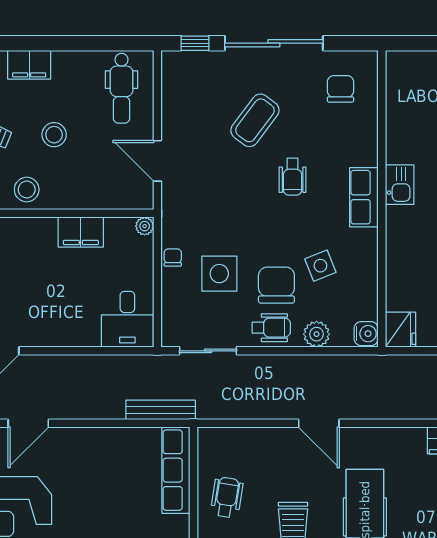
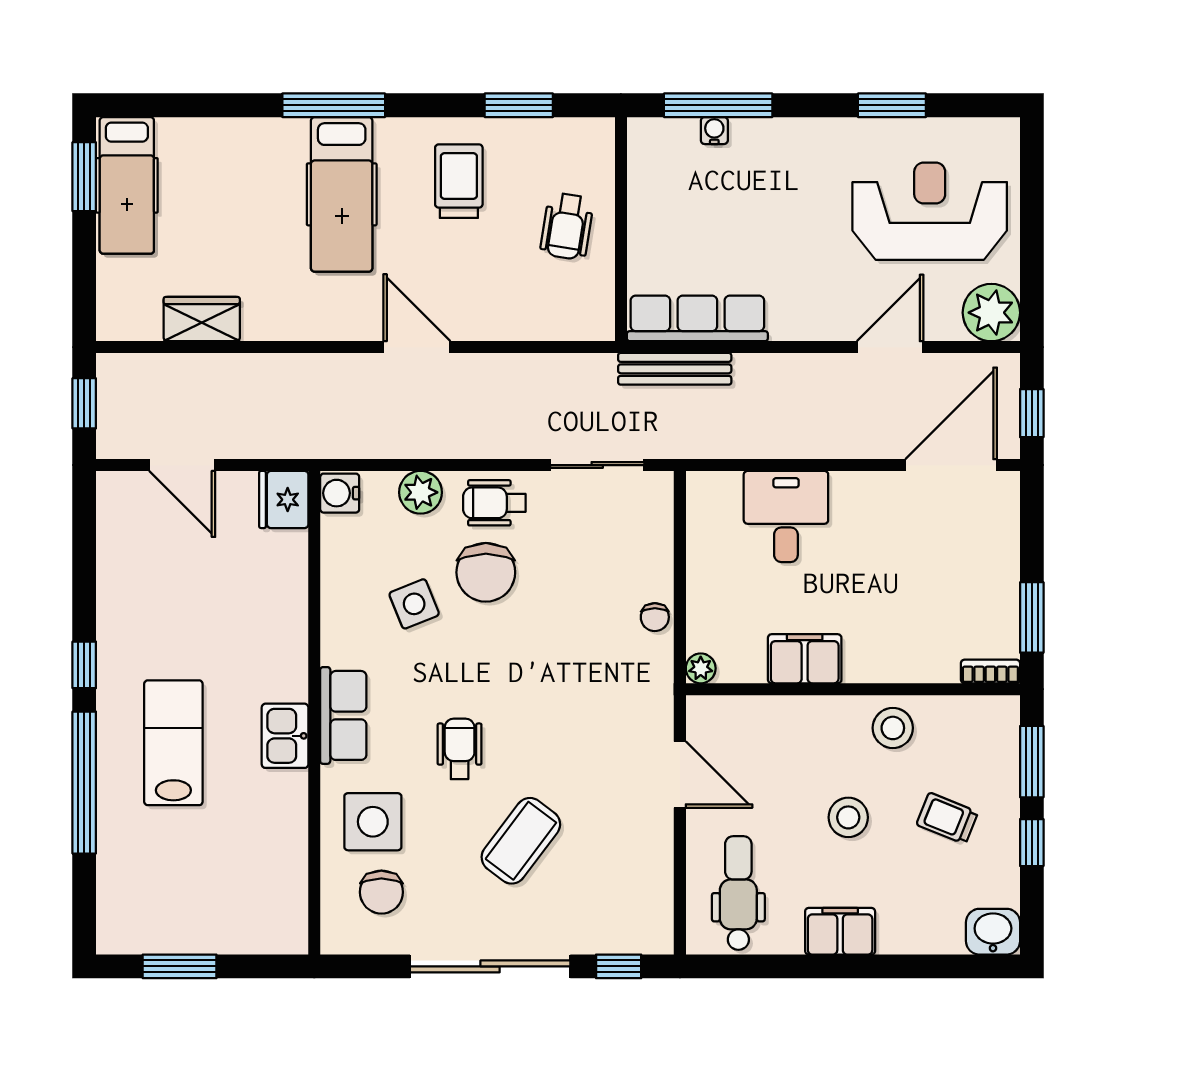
filing cabinet: (29, 65) -> (840, 931), moved
side table: (219, 274) -> (373, 822), moved
desk: (127, 319) -> (786, 516), moved
row of seats: (176, 470) -> (697, 318), moved, turned -90

